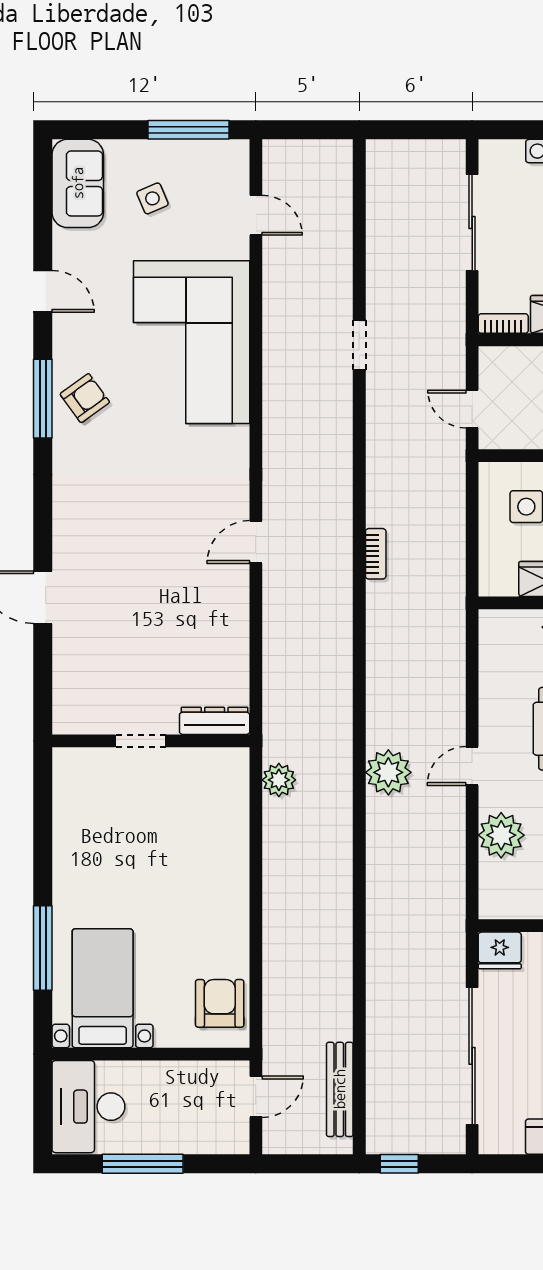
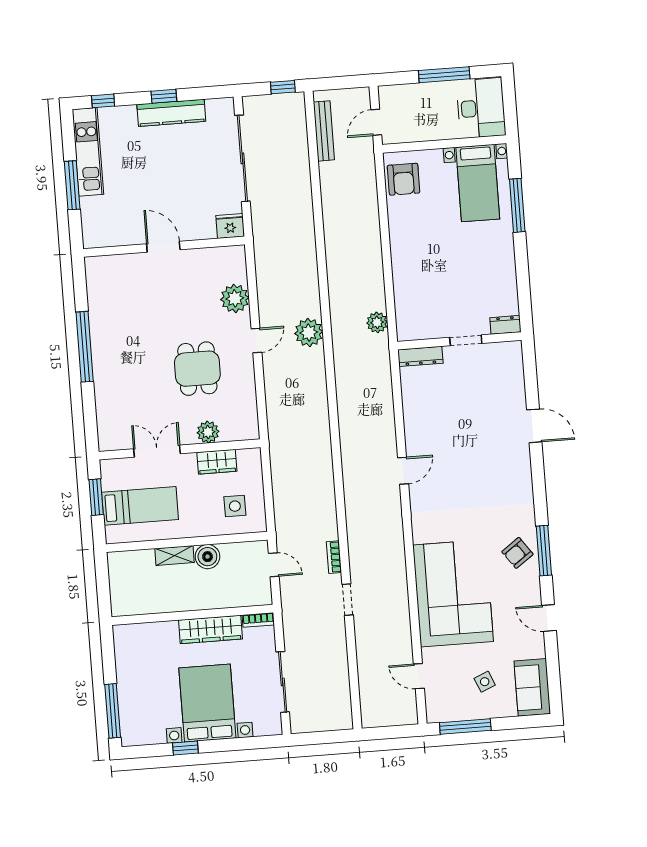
bookcase: (376, 554) -> (334, 557), moved
dresser: (76, 761) -> (505, 325), added

